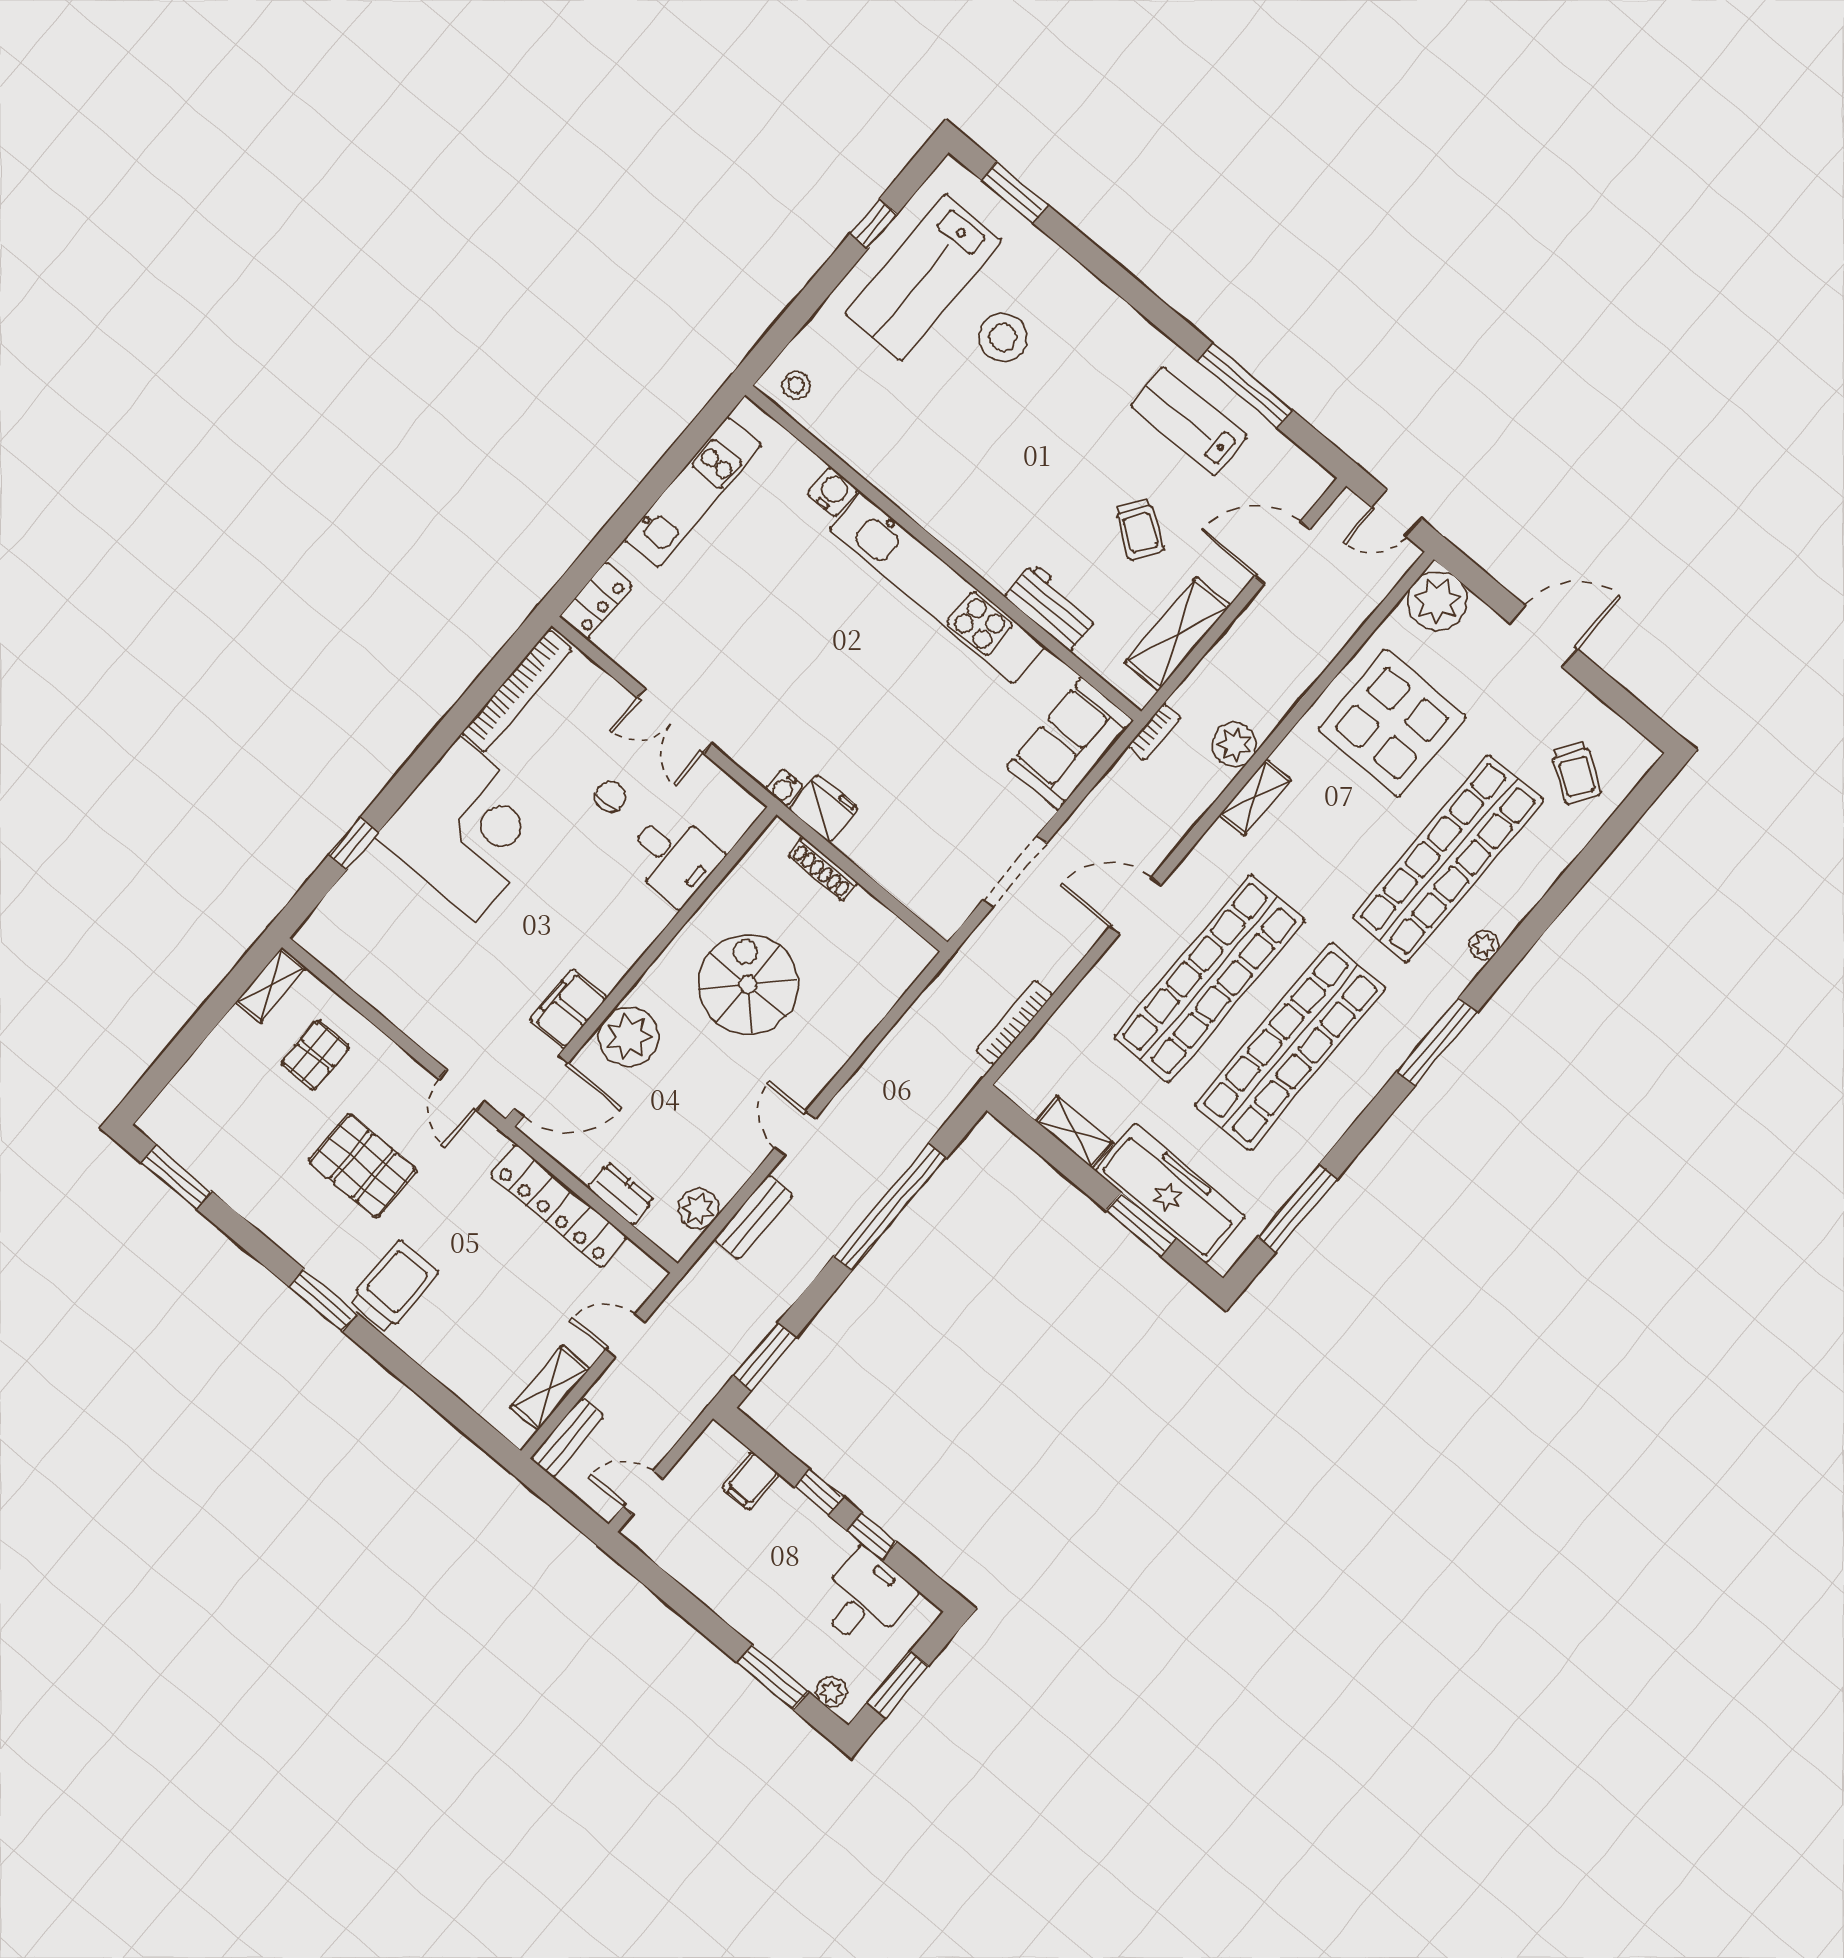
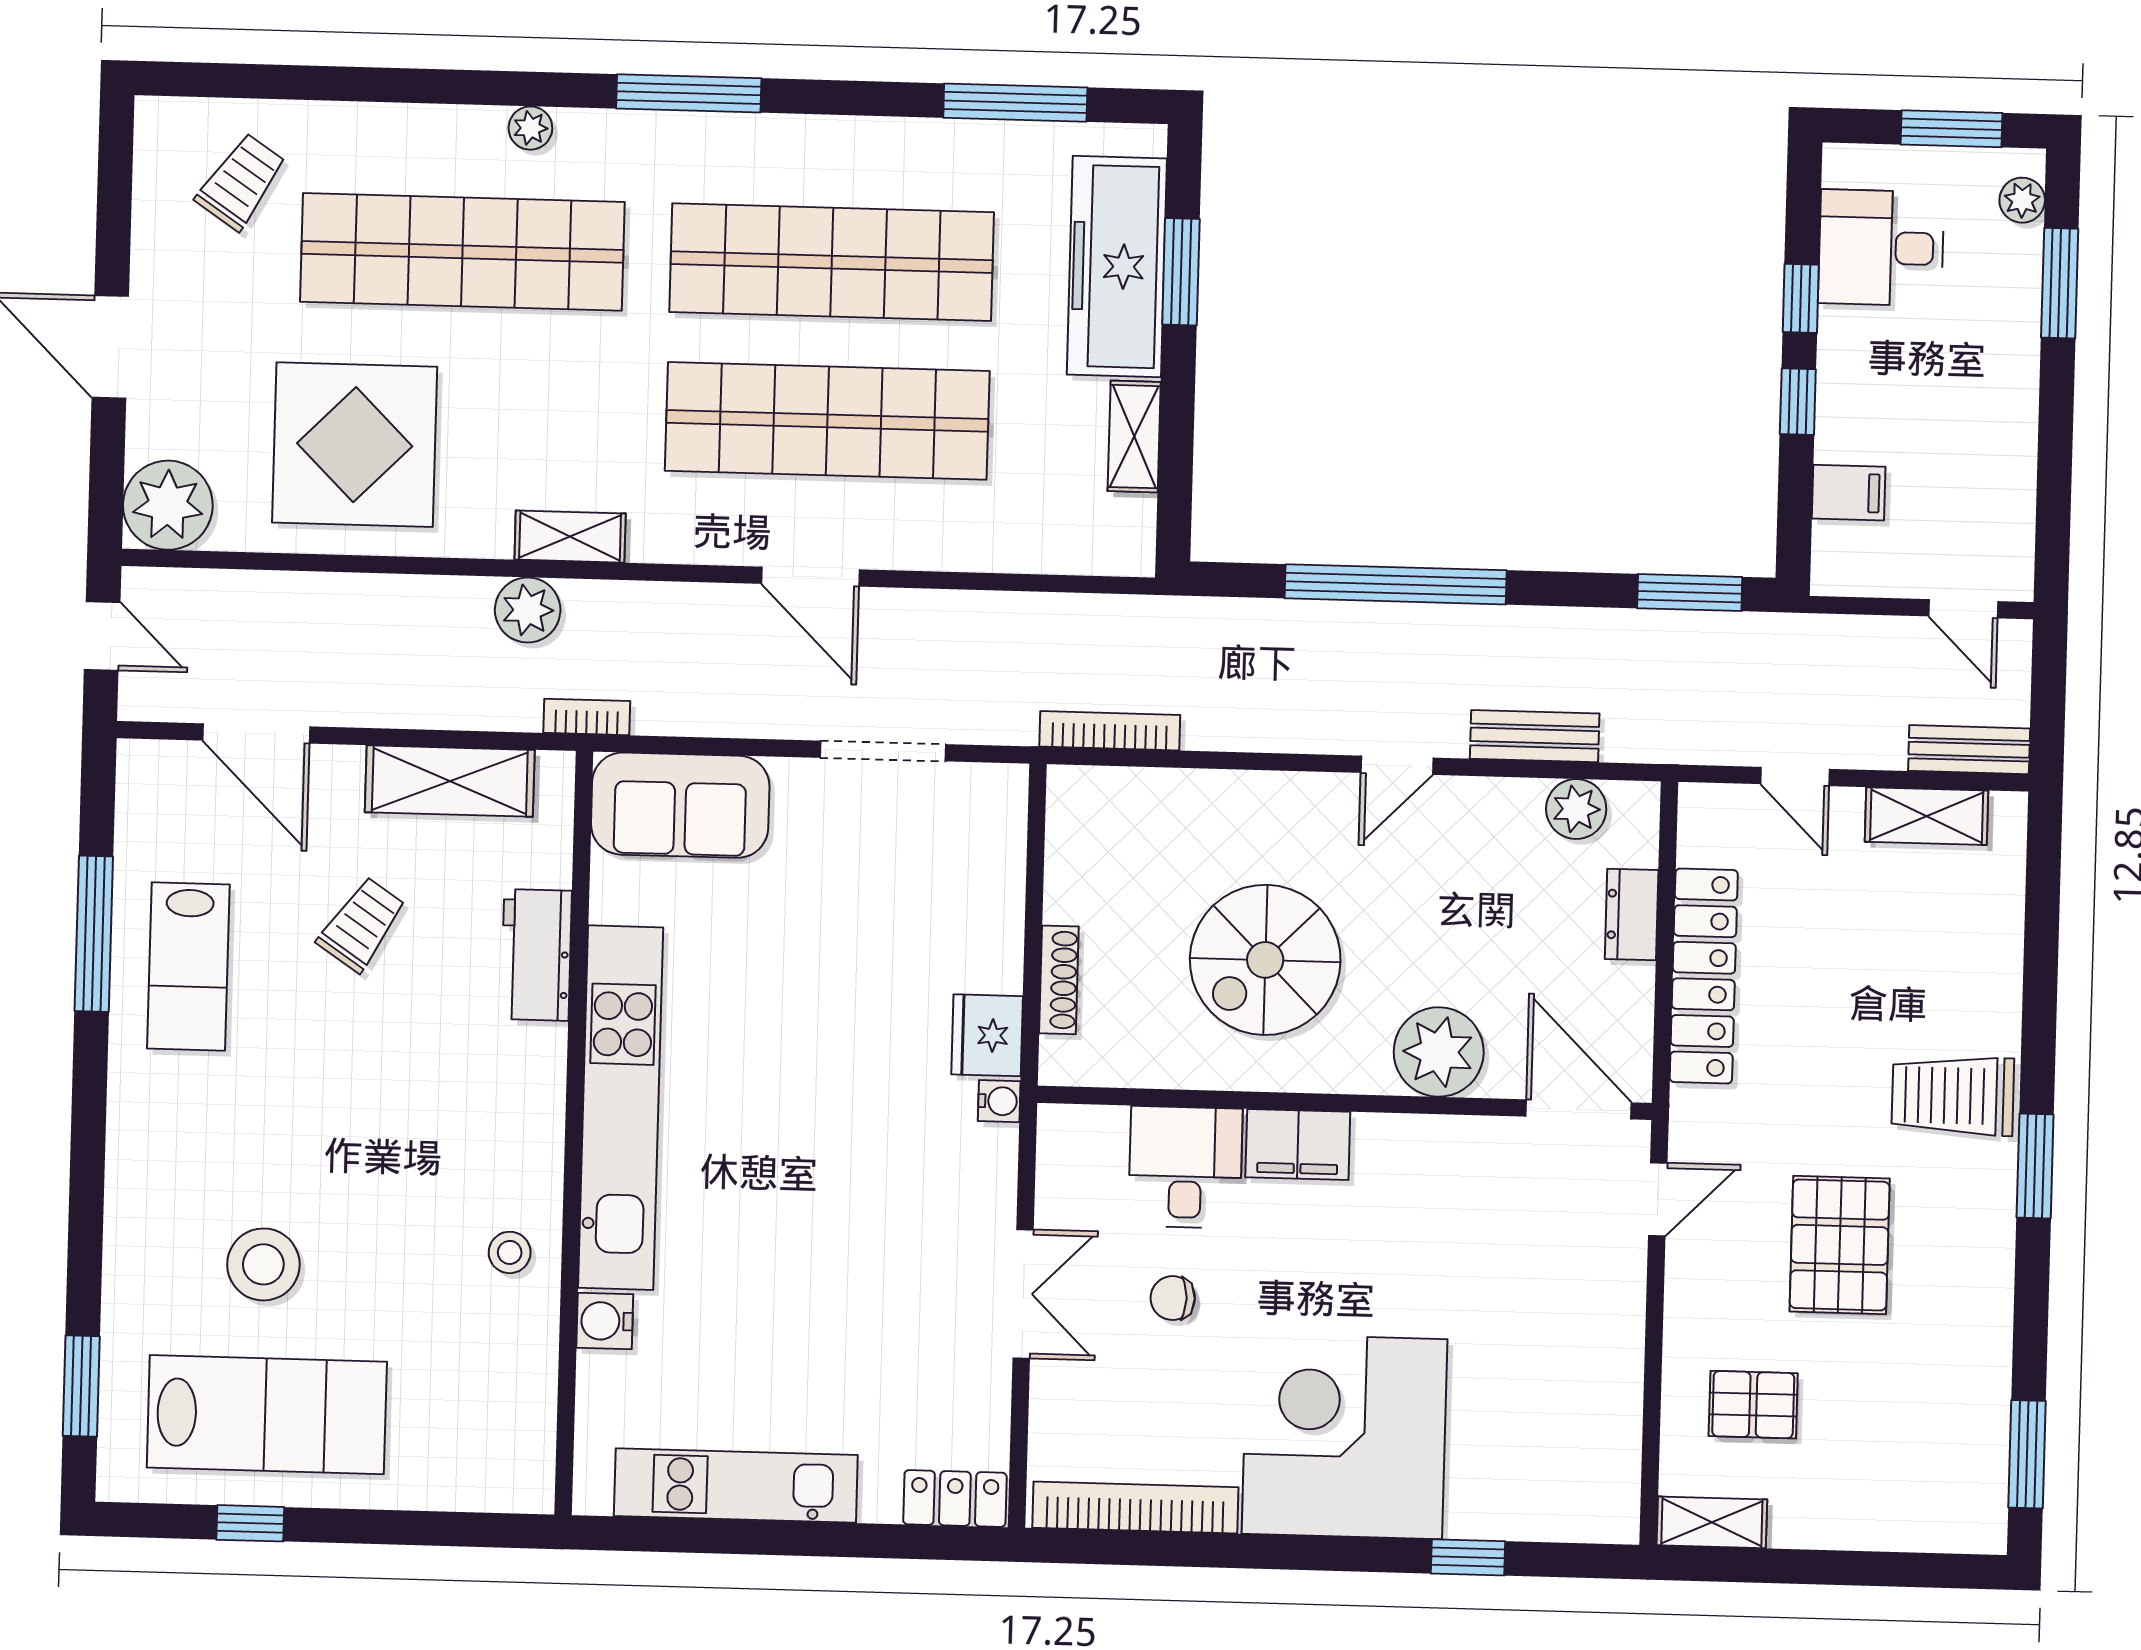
stool: (796, 385) -> (510, 1252), moved
filing cabinet: (569, 1009) -> (1298, 1144), moved
bookcase: (1014, 1023) -> (1110, 731), moved, turned 180

